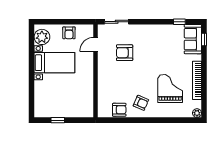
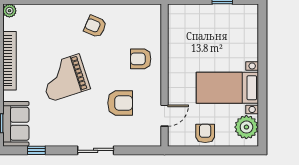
sliding door: (117, 22) -> (96, 150), moved
grand piano: (170, 88) -> (64, 78), moved, turned 72
armchair: (119, 110) -> (141, 59), moved

